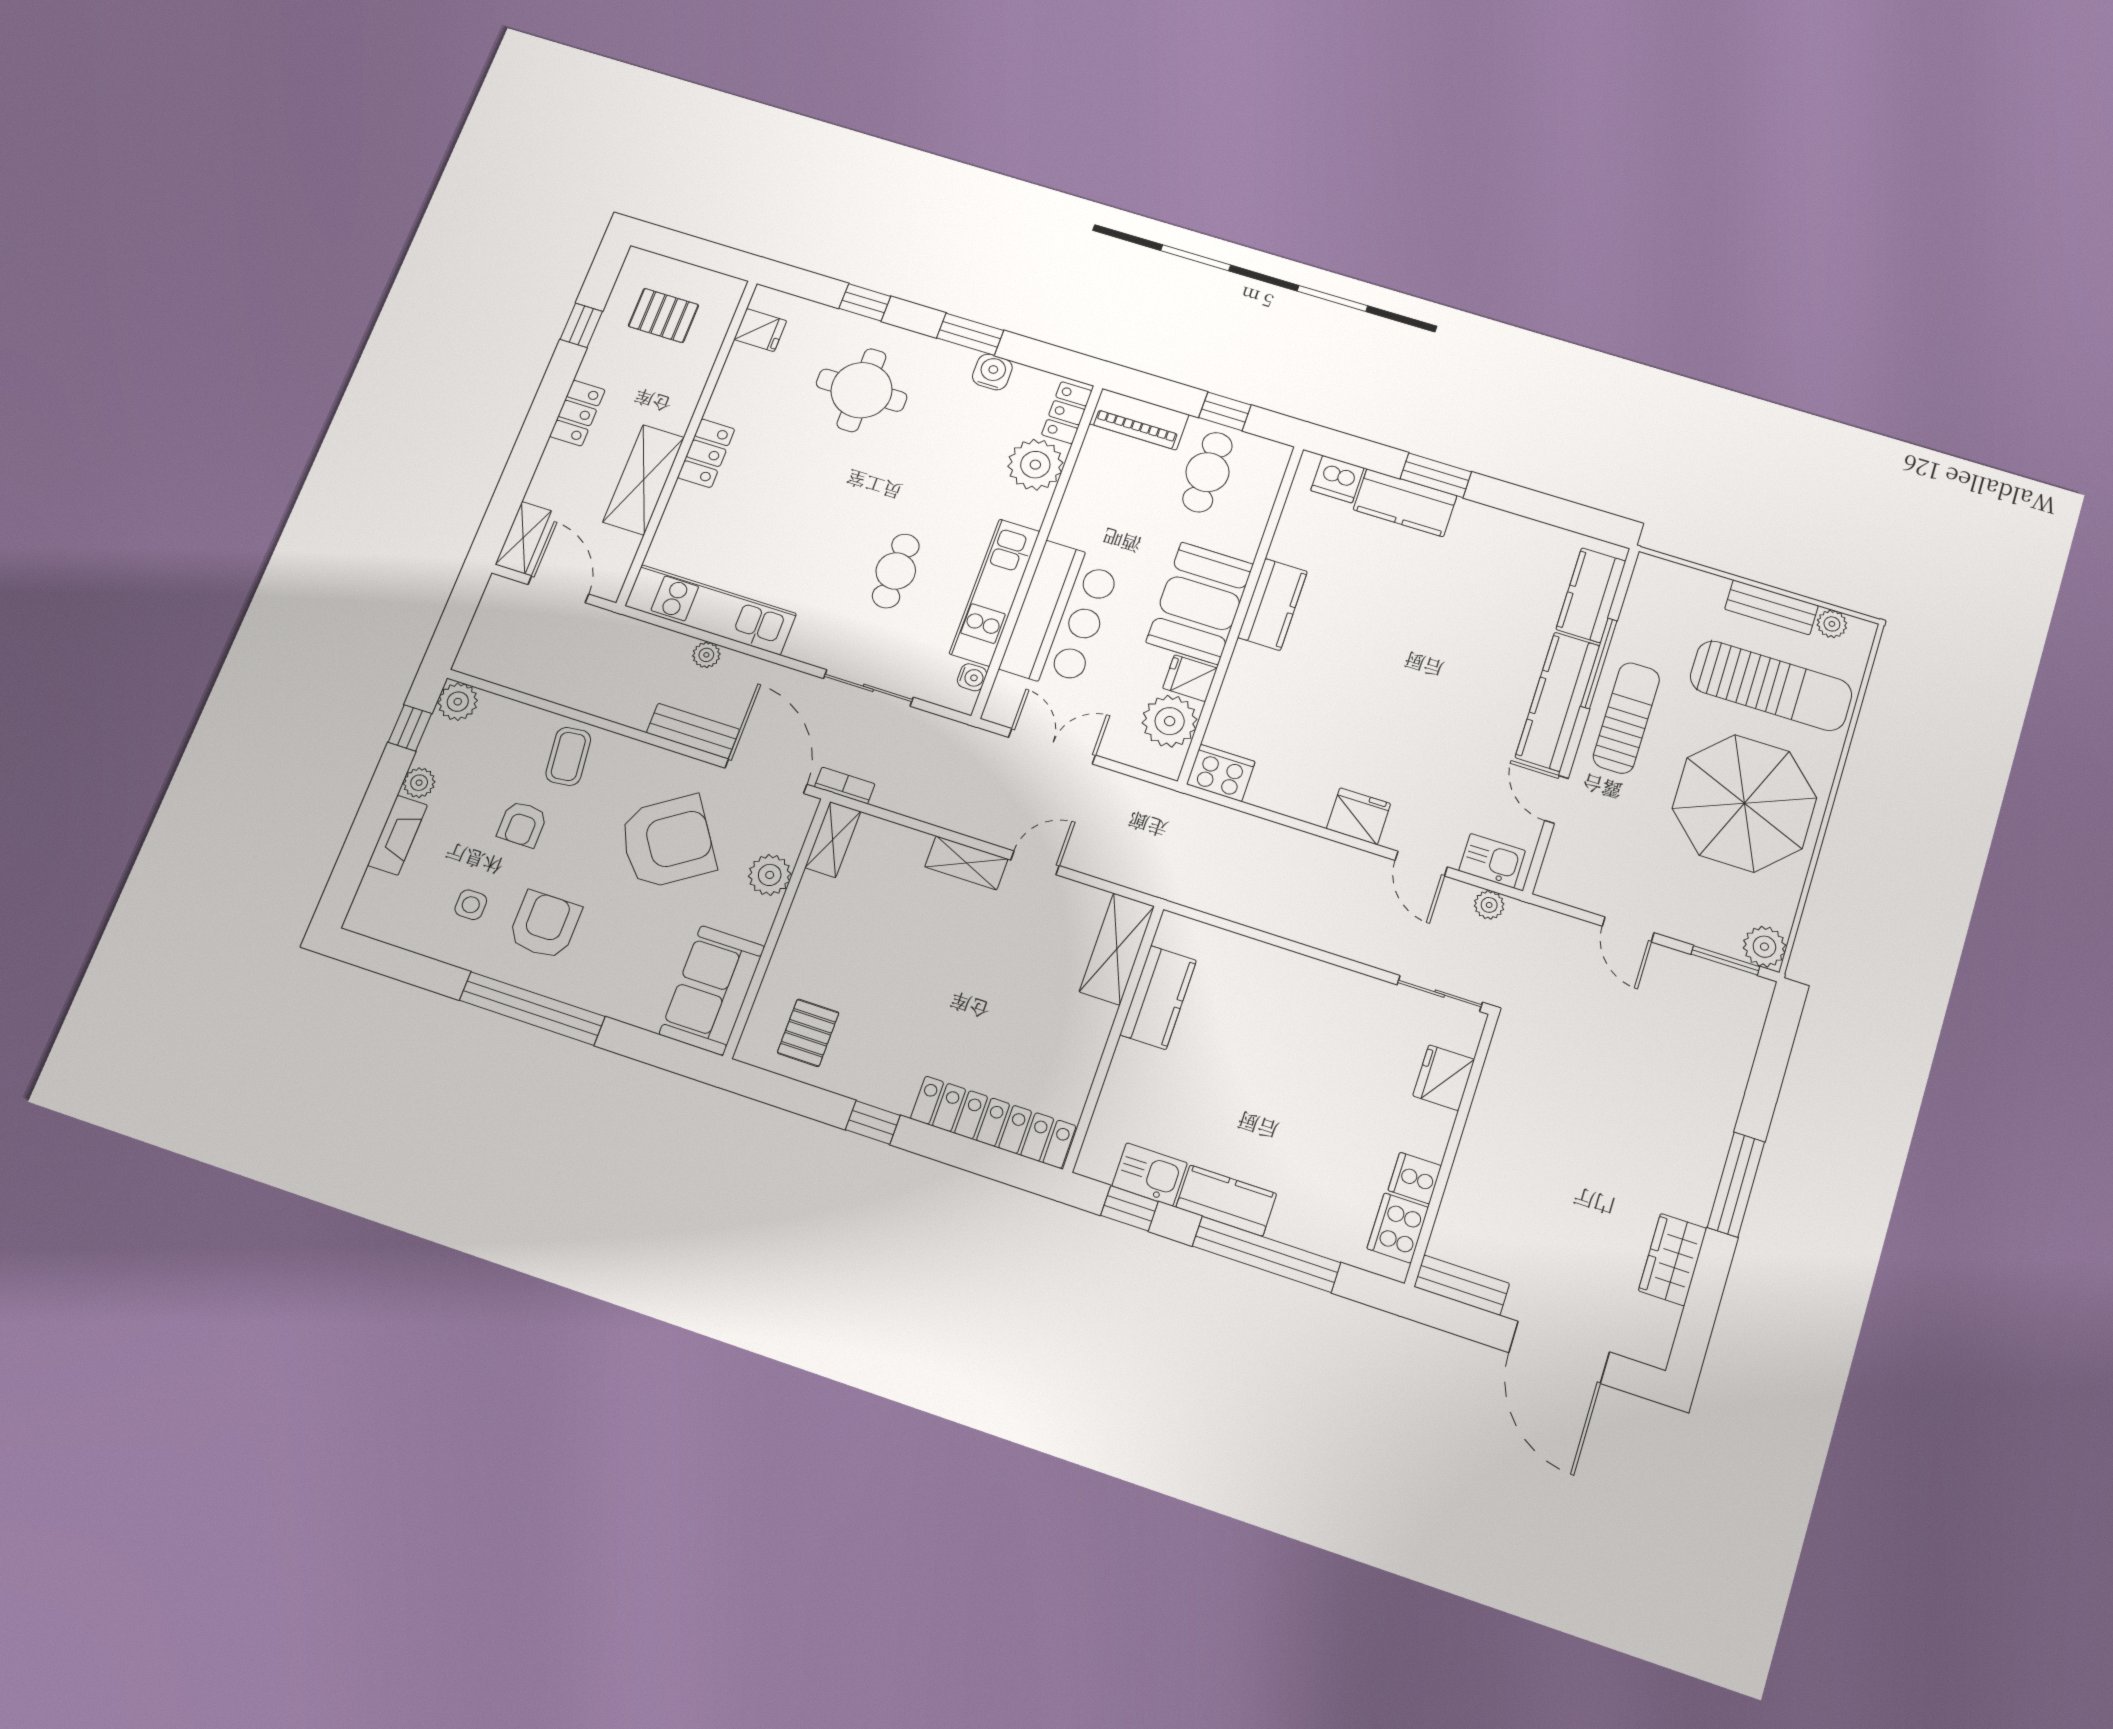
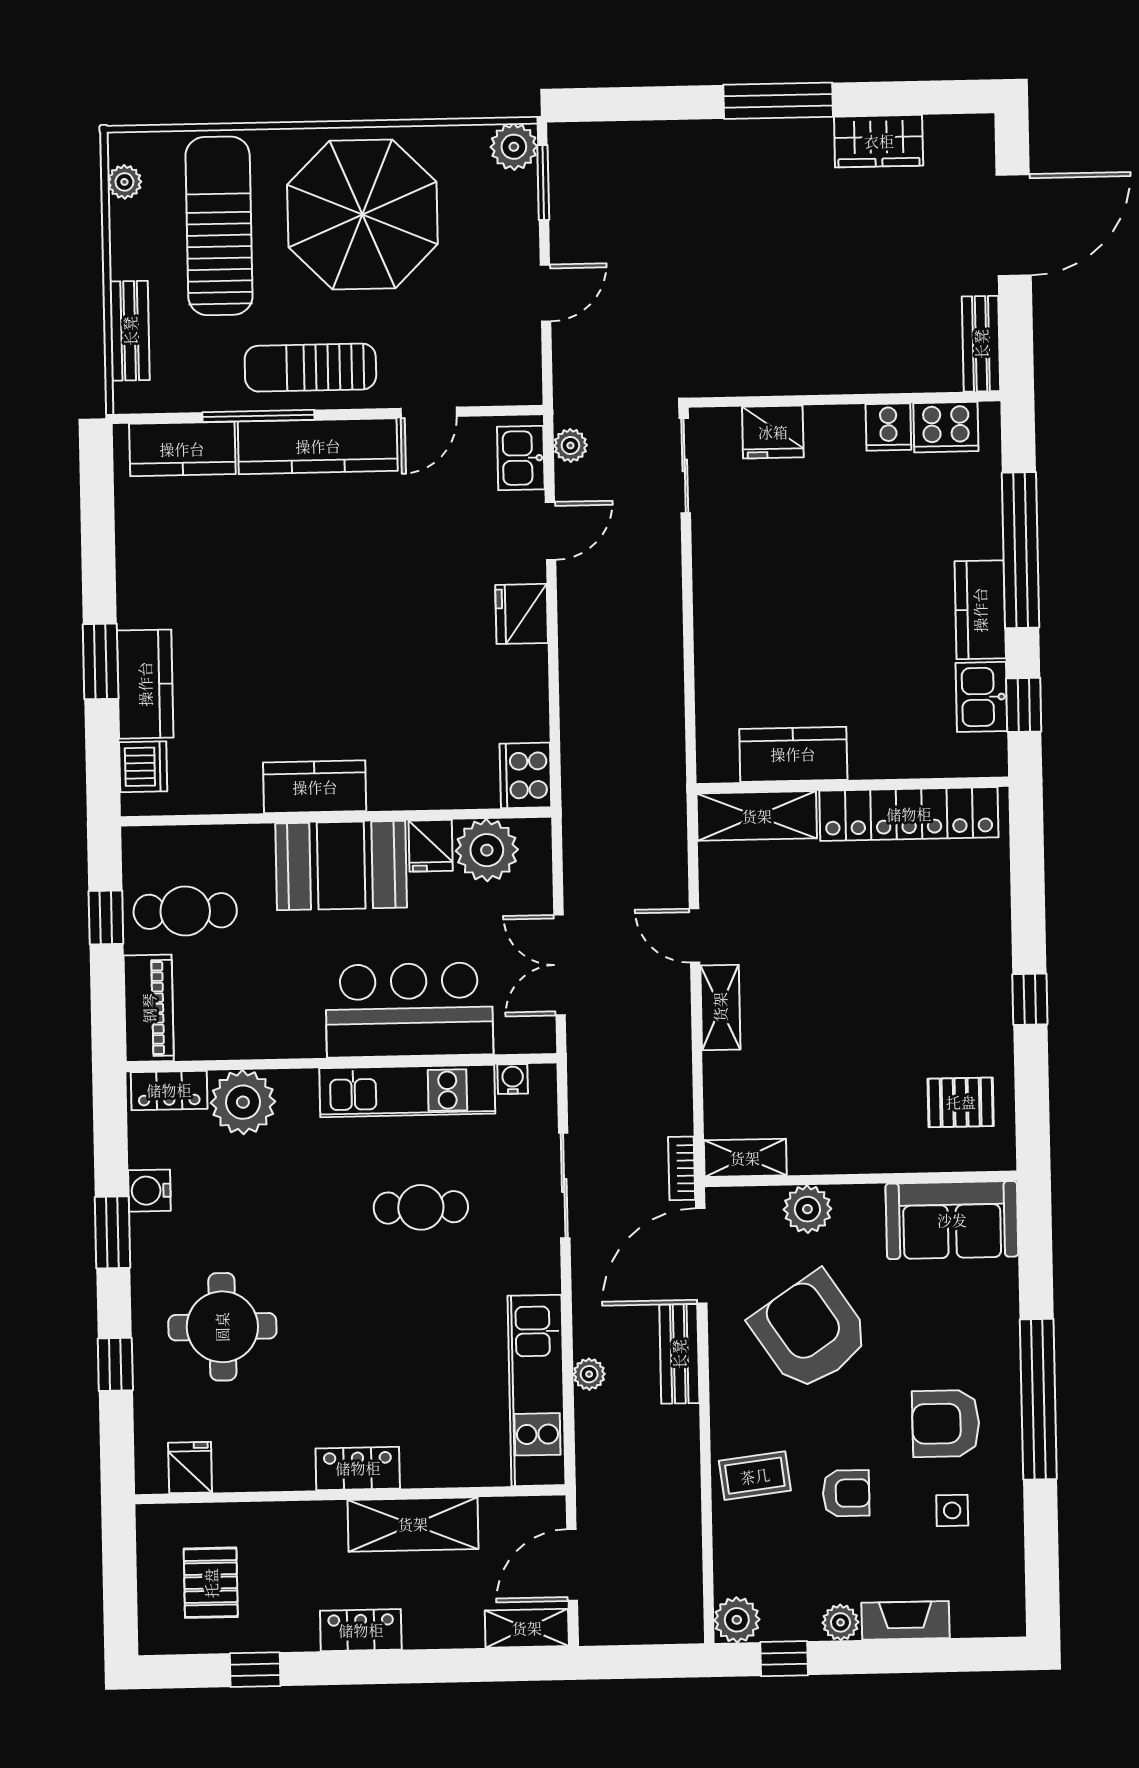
bench: (1771, 607) -> (130, 331), moved
locker: (993, 1122) -> (909, 814), moved, turned -90

